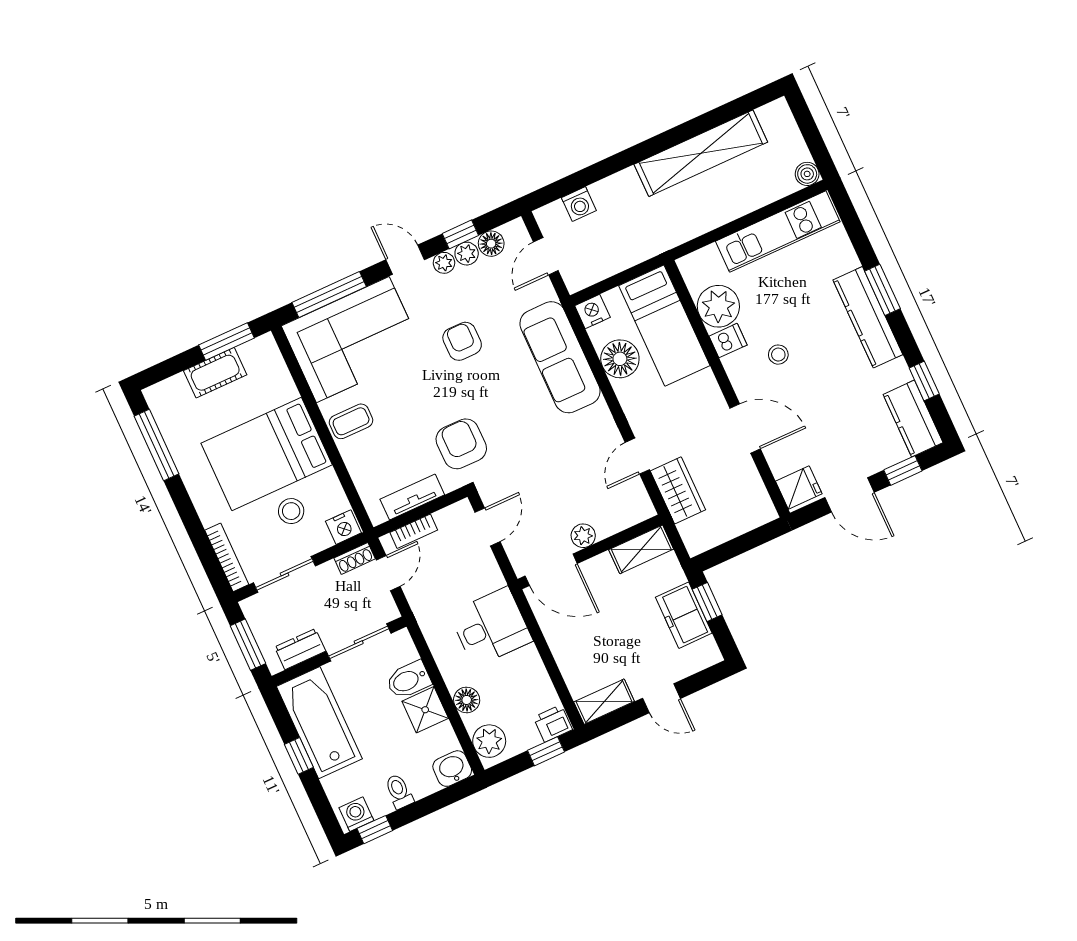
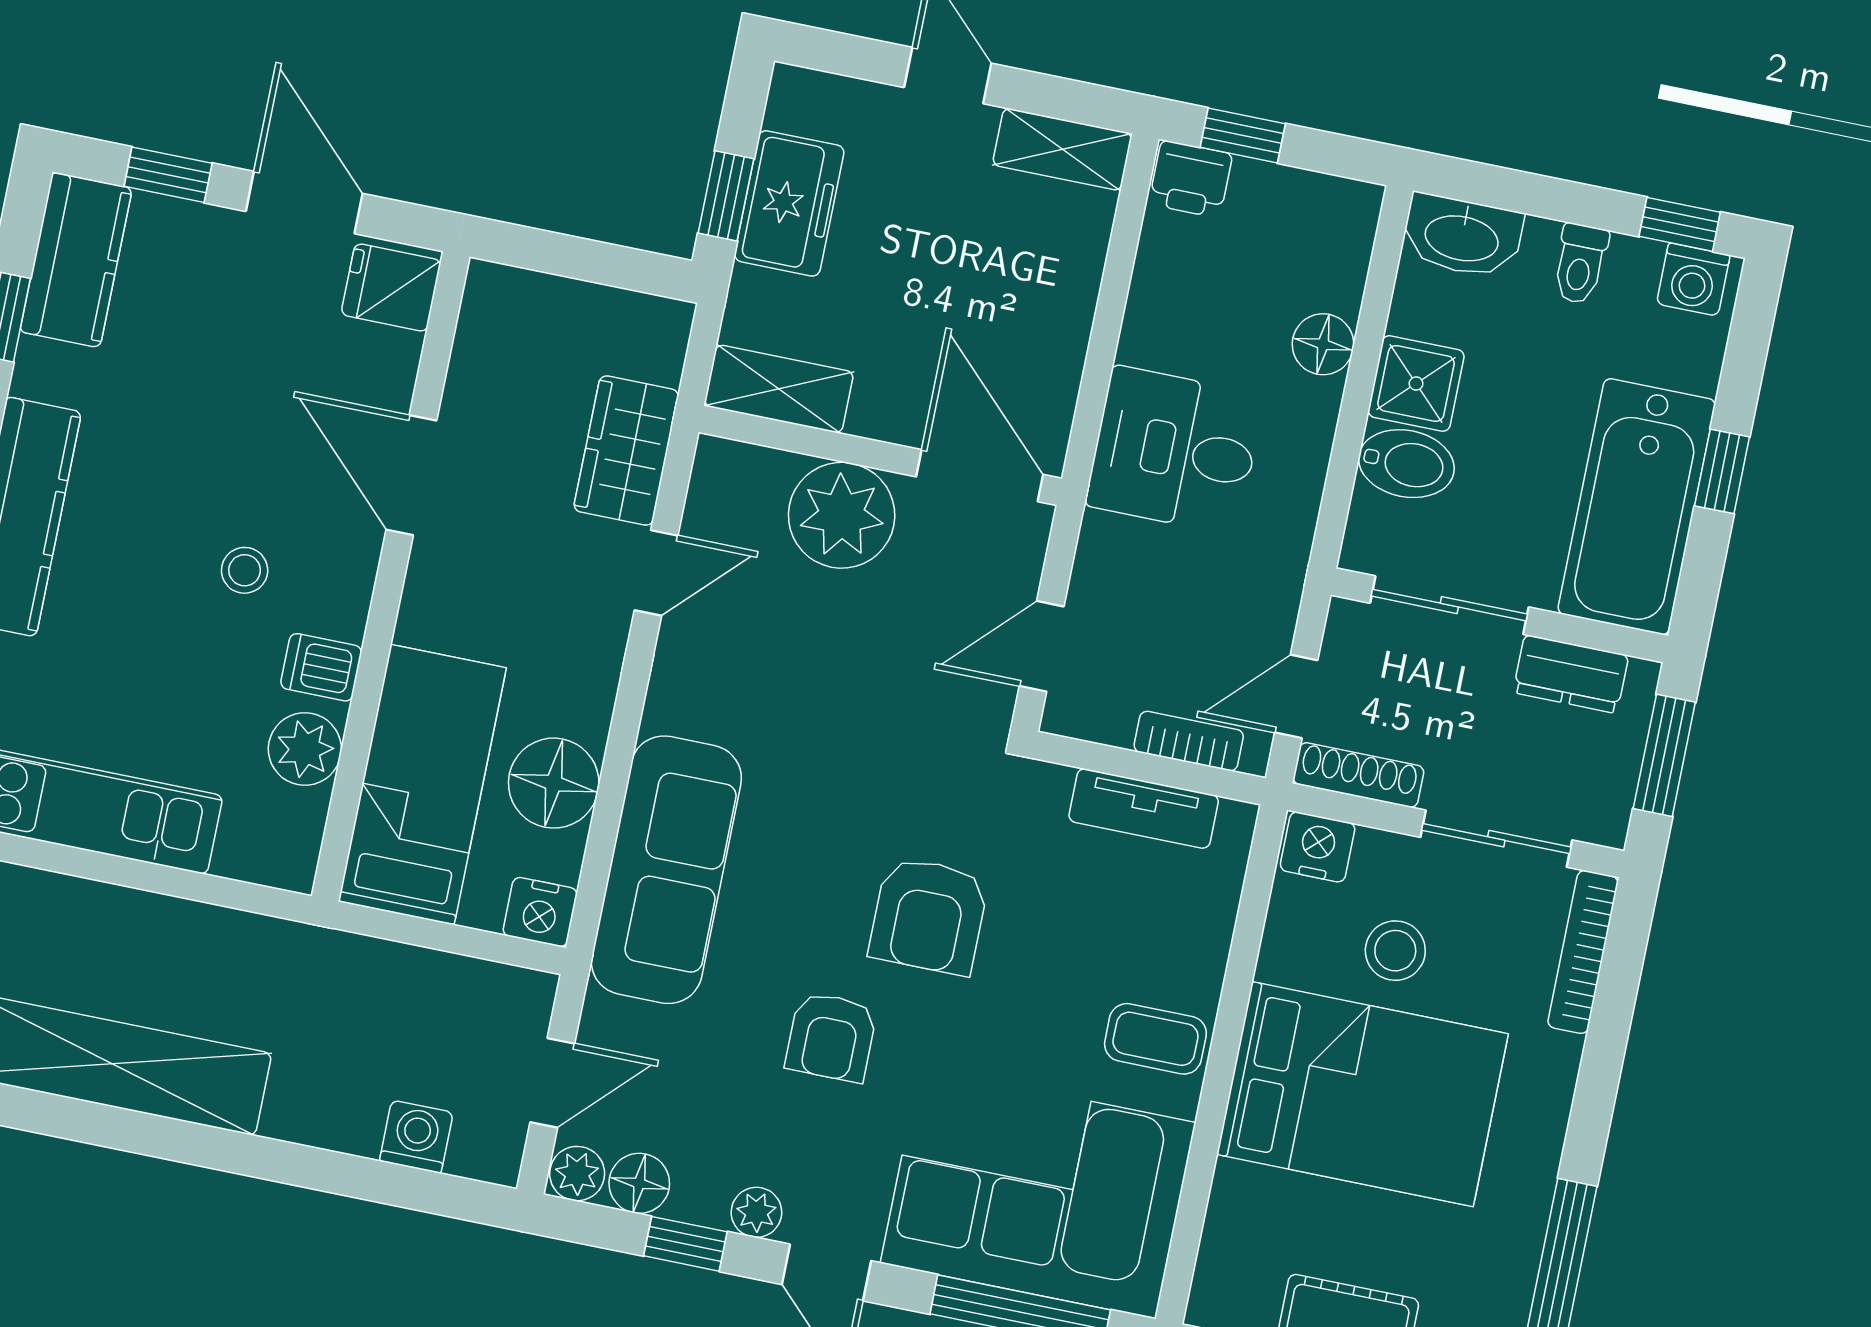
plant: (467, 254) -> (577, 1174), moved
plant: (718, 306) -> (305, 749), width x0.73, depth x0.73
armchair: (461, 444) -> (929, 916), moved
plant: (583, 536) -> (842, 515), width x1.88, depth x1.88
shoe rack: (355, 558) -> (1358, 775), width x1.43
plant: (489, 741) -> (1337, 234), removed
washbasin: (452, 769) -> (1462, 236), width x1.38

